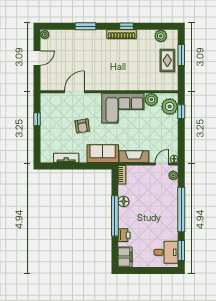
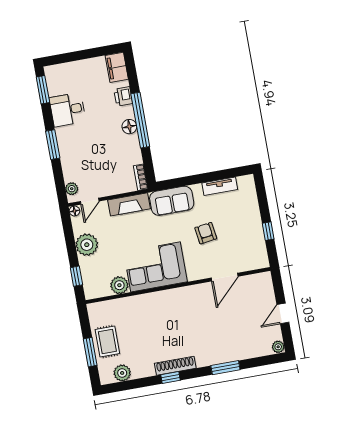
plant: (170, 107) -> (87, 245), moved
floor lamp: (124, 201) -> (129, 127), moved
window: (181, 210) -> (53, 145), width x0.47
desk: (166, 252) -> (68, 110), moved

